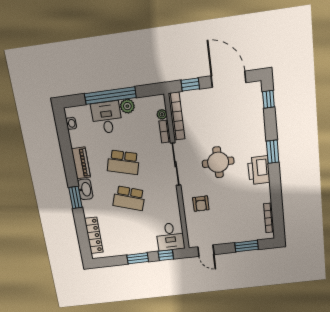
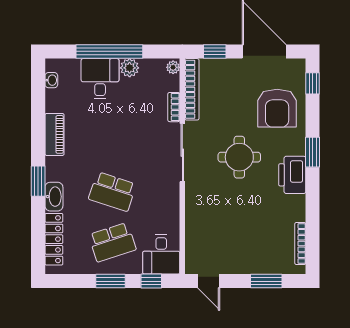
plant: (162, 114) -> (173, 67), moved
school desk: (123, 162) -> (112, 242), moved, turned -33
washbasin: (85, 189) -> (54, 197), moved
armchair: (201, 204) -> (277, 108), moved, width x1.88, depth x1.88

